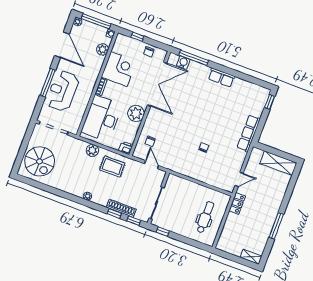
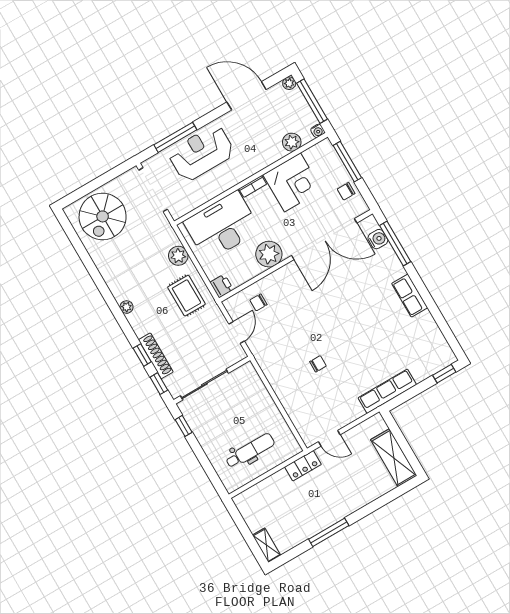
window: (137, 37) -> (347, 162), width x2.17
door: (62, 45) -> (247, 96), swing flipped
window: (48, 83) -> (175, 137), moved

